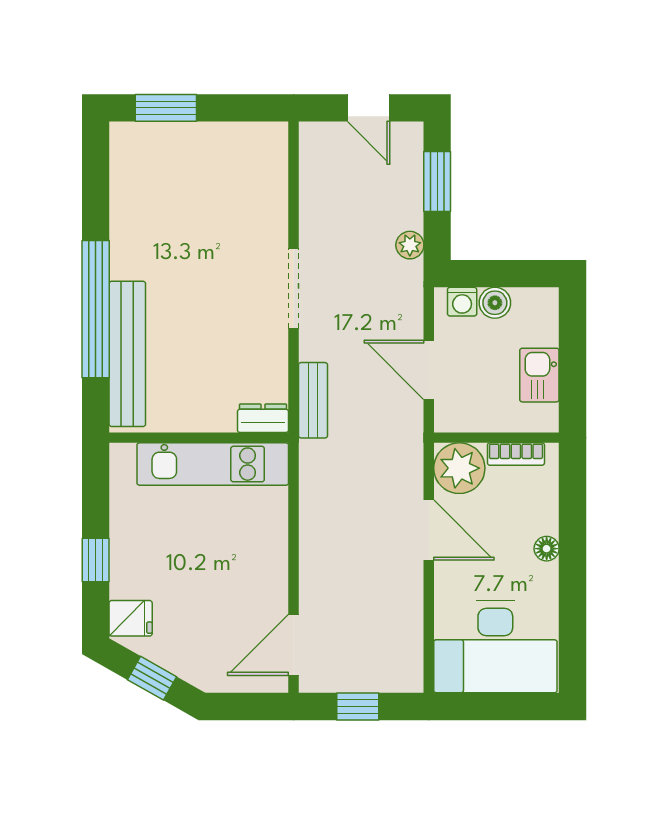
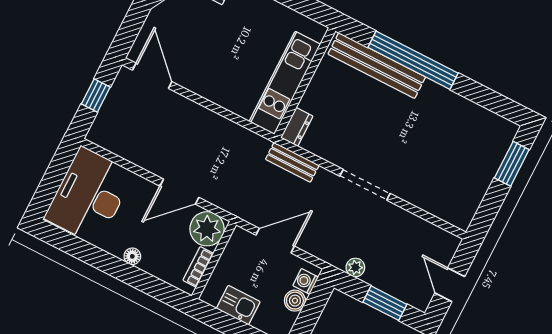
door: (369, 108) -> (450, 285), hinge flipped

